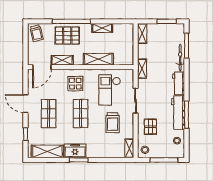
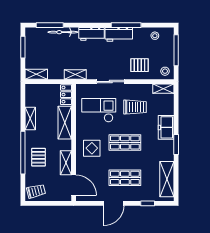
pallet: (67, 36) -> (39, 157), width x0.67, depth x0.71
locker: (124, 60) -> (66, 95), added
checkout: (110, 90) -> (99, 110), turned 180
workbench: (178, 113) -> (119, 34), width x0.73
freezer: (75, 151) -> (166, 127), moved

